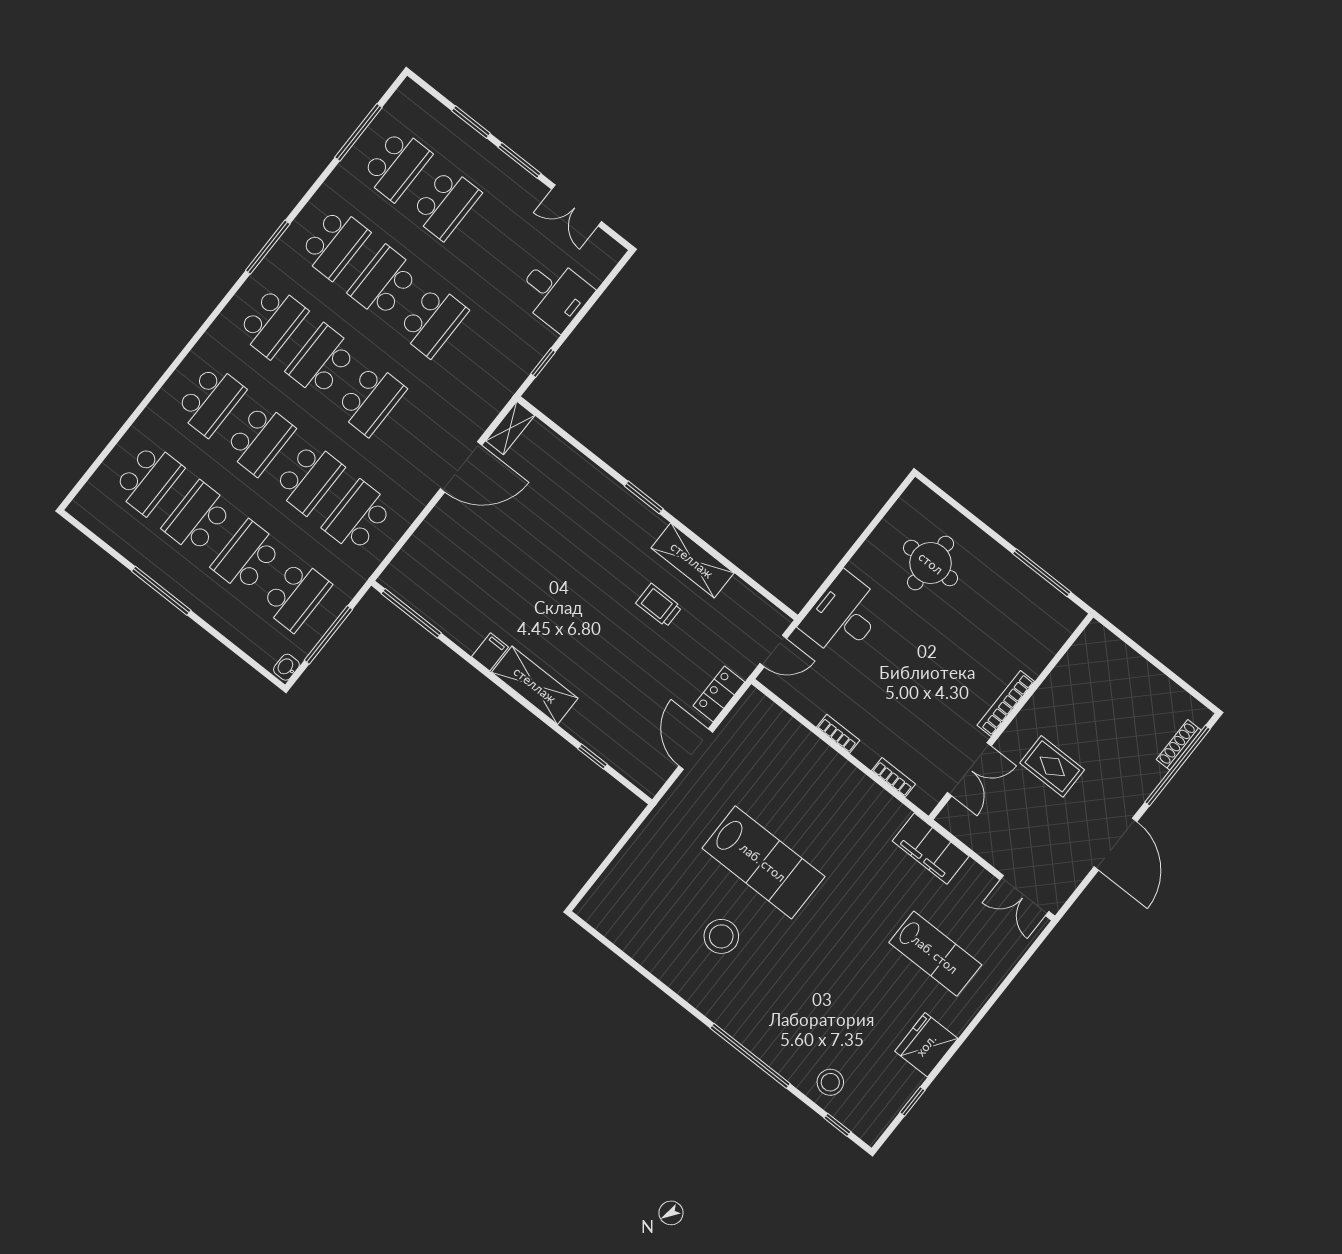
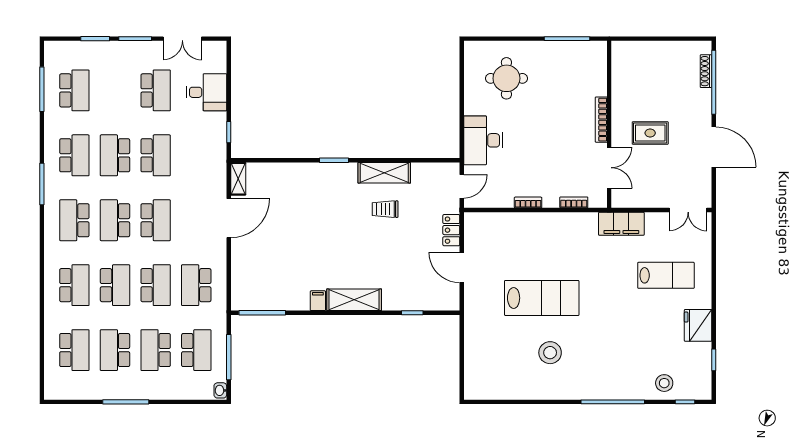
school desk: (446, 204) -> (156, 90), moved
school desk: (272, 322) -> (74, 220), turned 180

